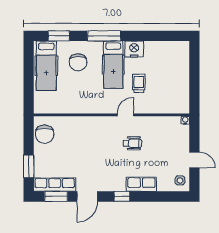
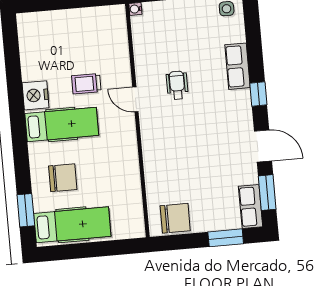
window: (104, 36) -> (20, 142), removed
row of seats: (55, 185) -> (251, 207), width x0.68

